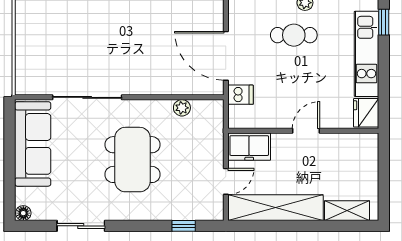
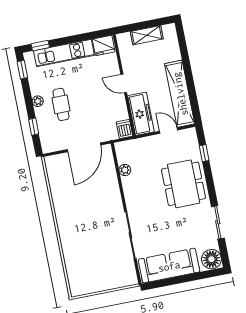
dishwasher: (241, 95) -> (124, 129), moved
freezer: (249, 147) -> (141, 114), width x1.40
dining table: (133, 160) -> (184, 184), moved, turned 90
shelving: (347, 211) -> (147, 35), moved, turned 90
floor lamp: (23, 213) -> (211, 259), width x1.89, depth x1.89

